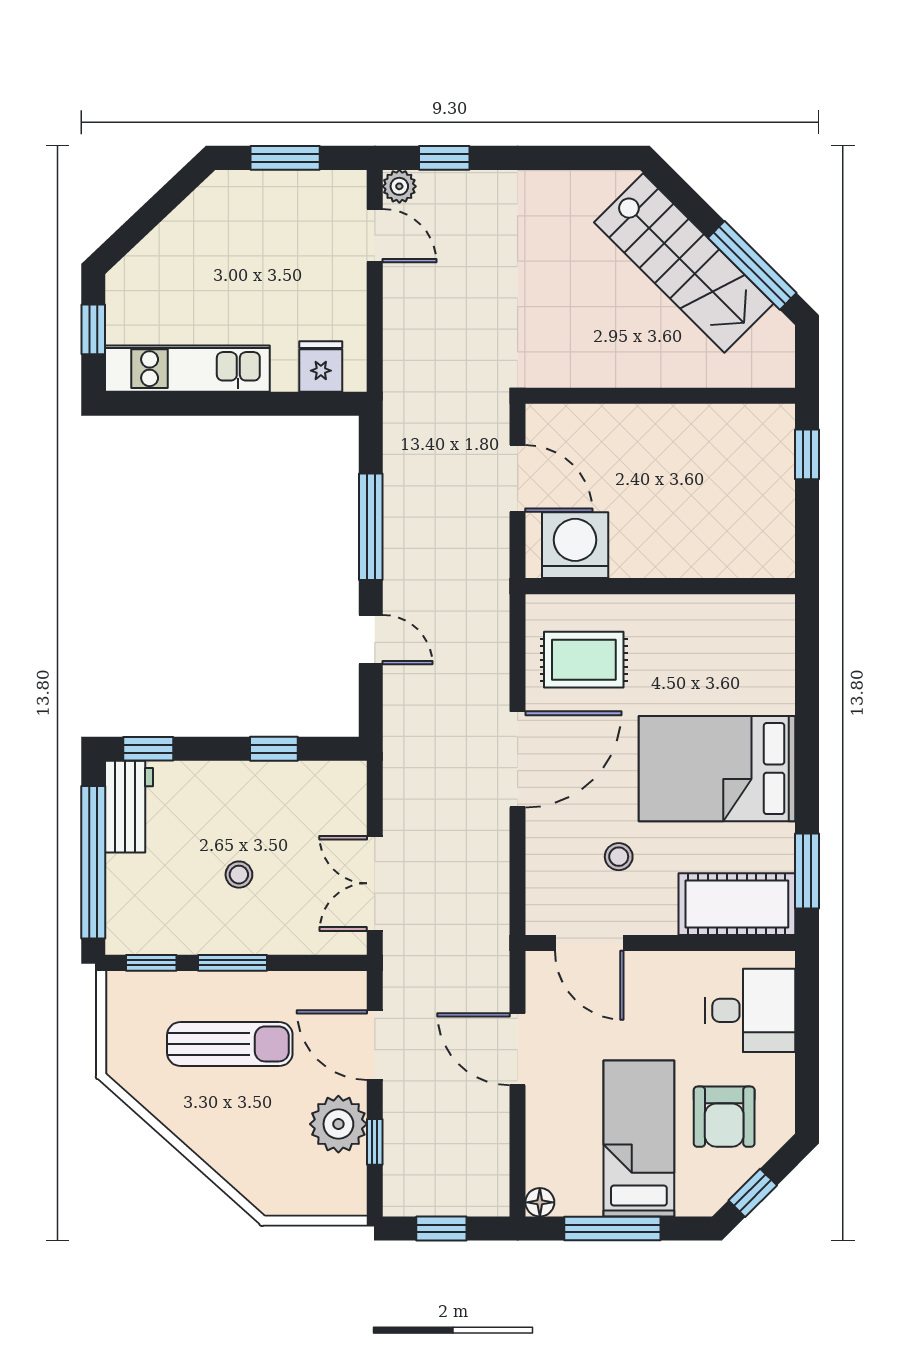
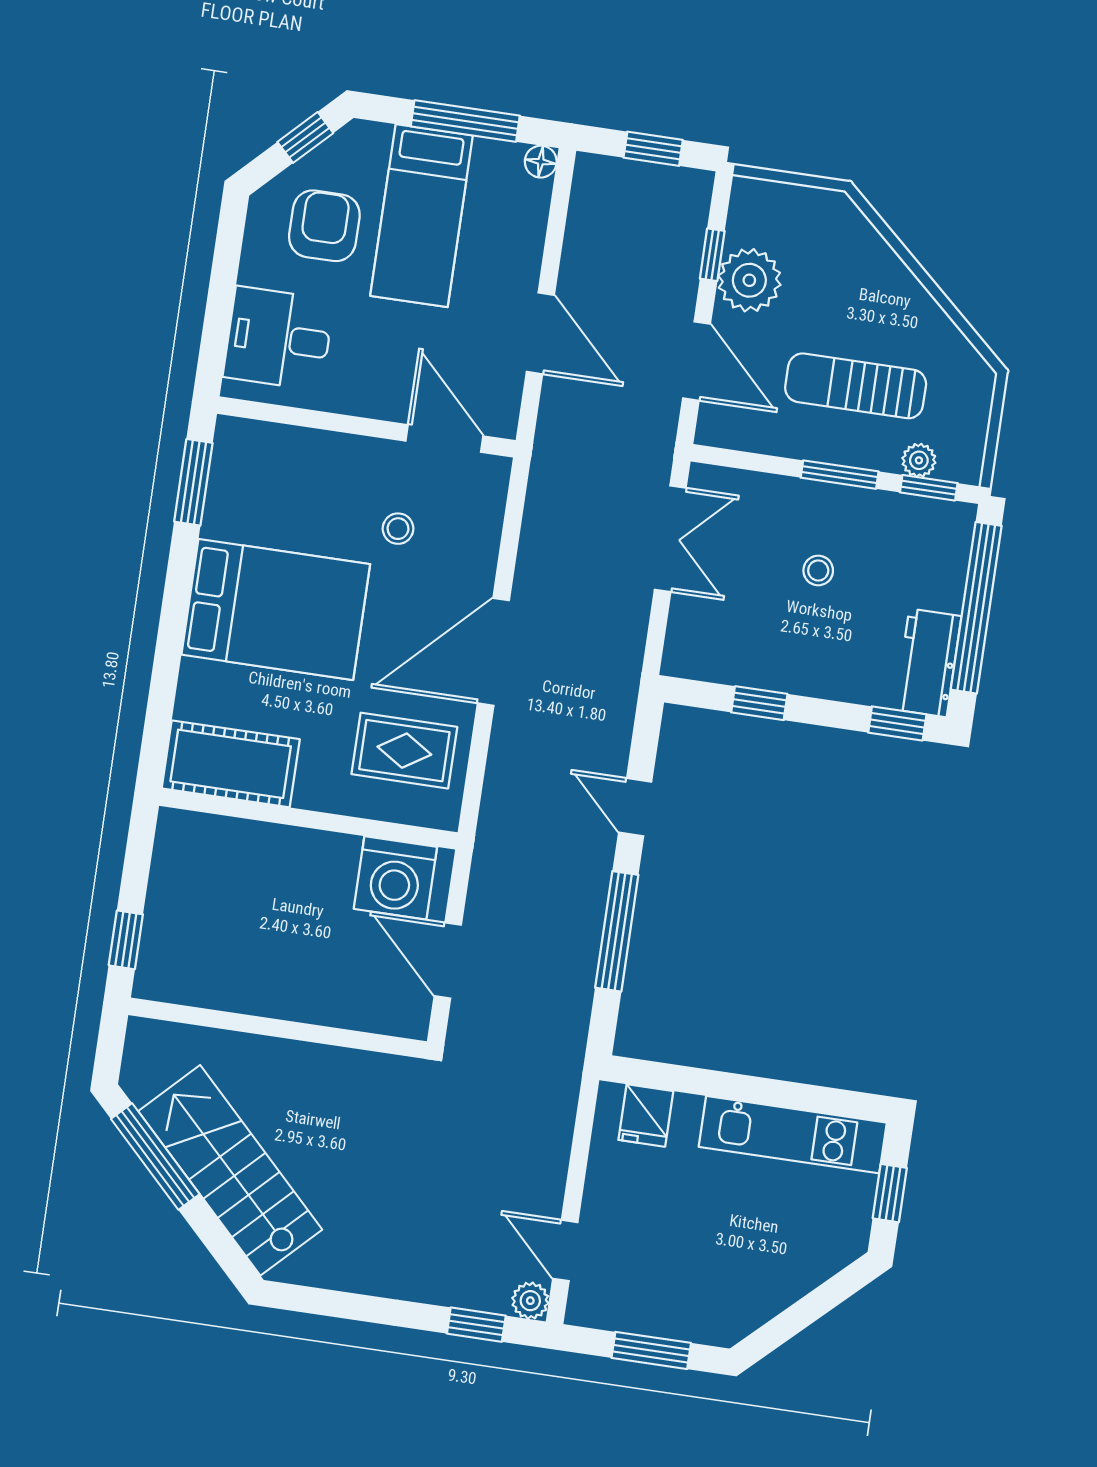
cot: (737, 904) -> (231, 764), moved
plant: (164, 986) -> (919, 460), added

